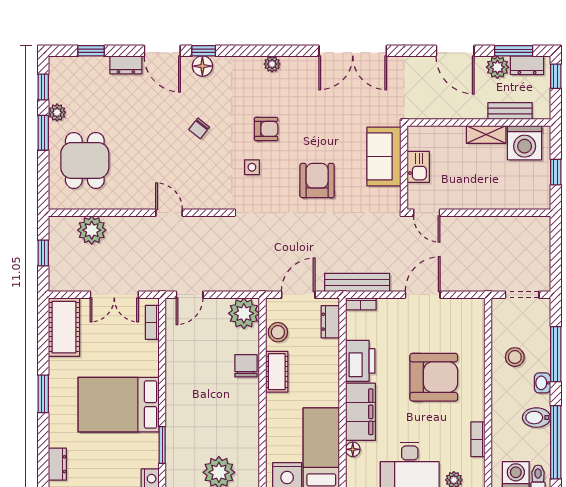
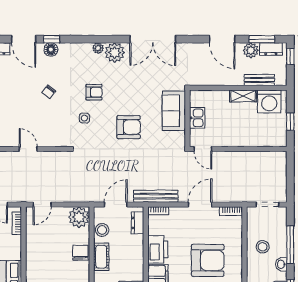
plant: (297, 71) -> (115, 53), added
armchair: (317, 180) -> (129, 127), turned 90
bookcase: (468, 304) -> (231, 211), added

